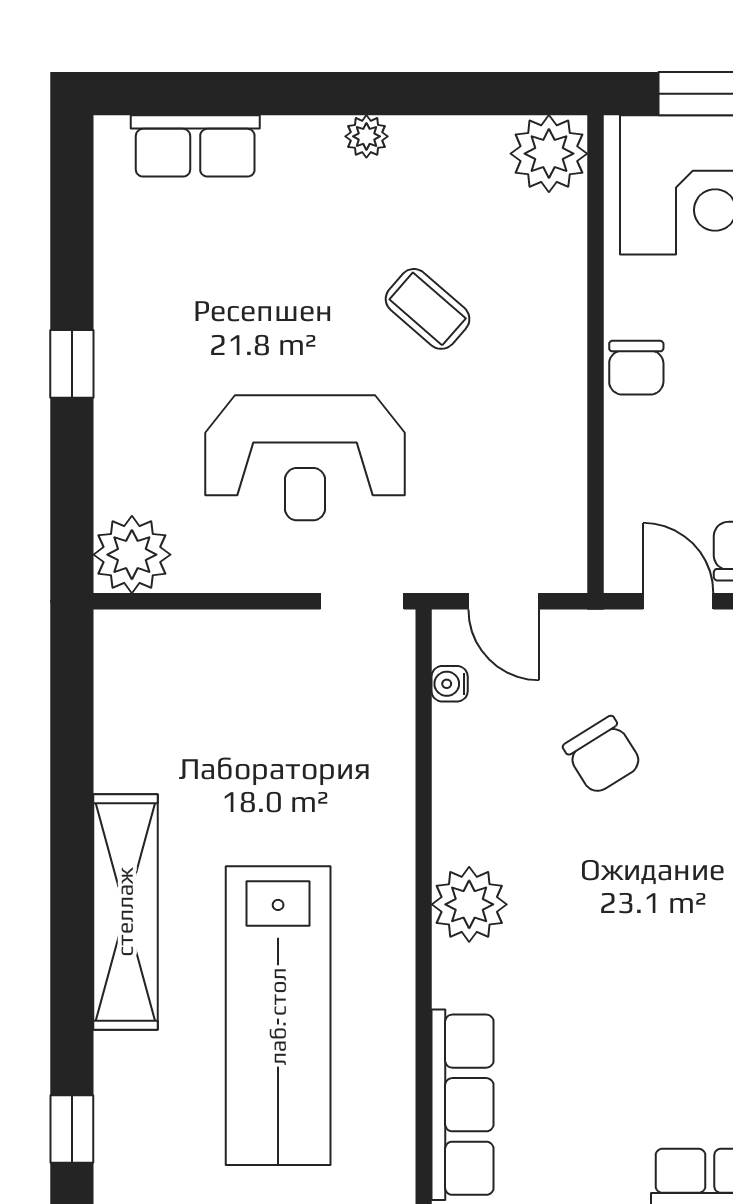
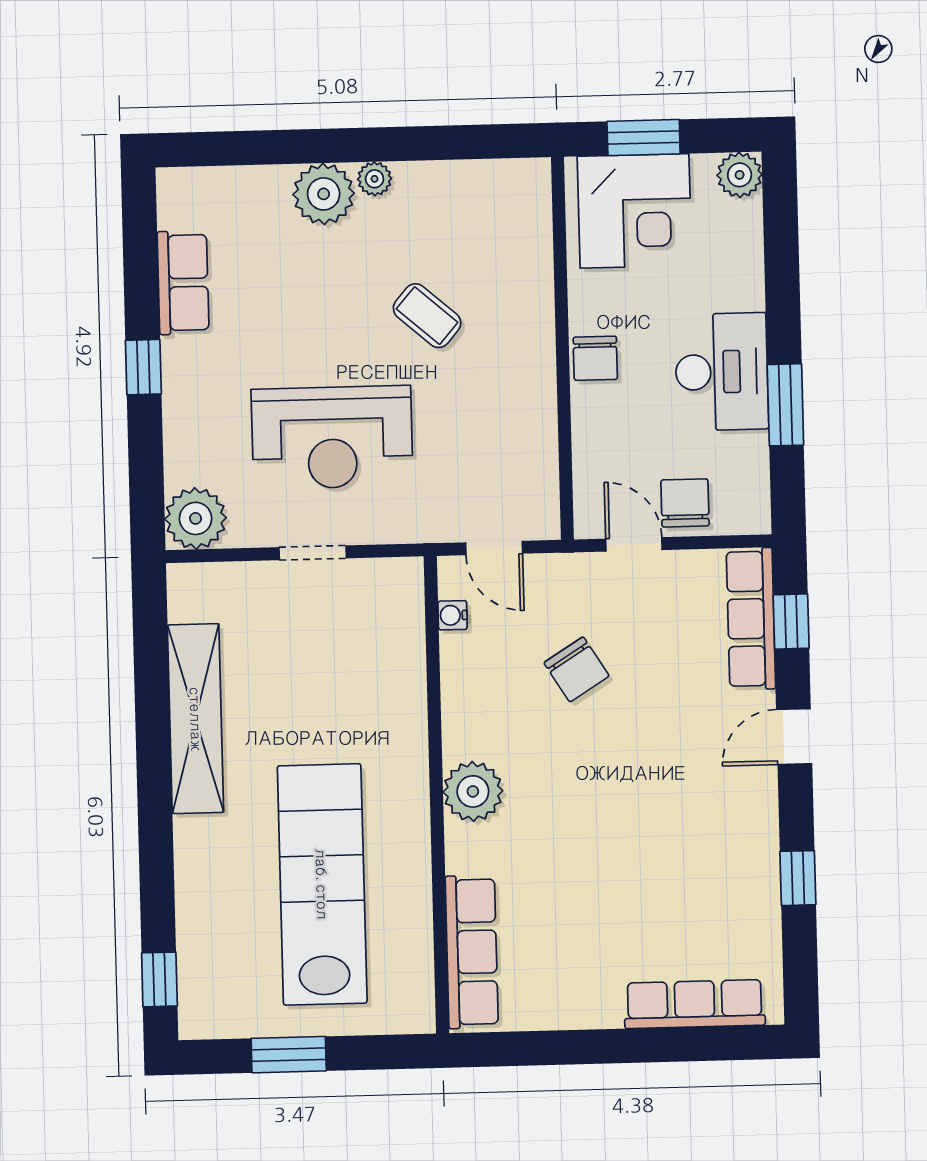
row of seats: (195, 146) -> (183, 283), moved, turned -90
plant: (549, 154) -> (324, 194), moved
doorway: (362, 601) -> (313, 553), moved
shelving: (125, 912) -> (196, 719), moved
lab bench: (278, 1016) -> (322, 884), turned 180

